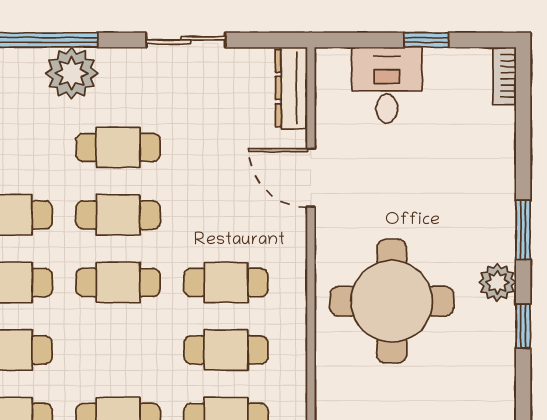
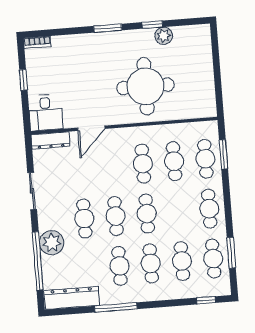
desk: (387, 85) -> (46, 112), moved, turned -90
plant: (497, 282) -> (164, 36), moved

